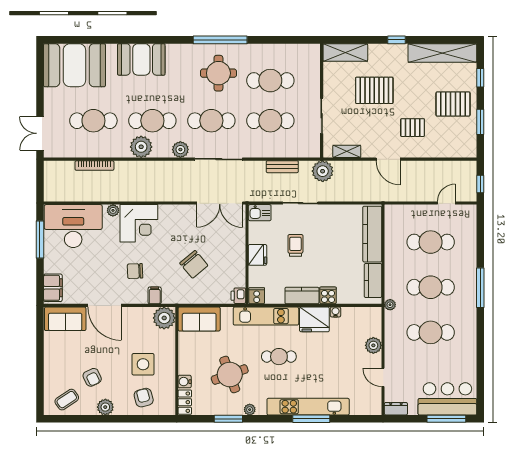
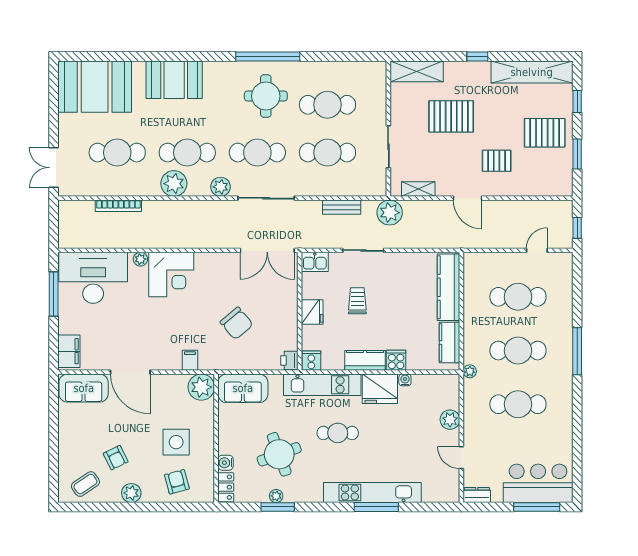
chair: (135, 271) -> (167, 331), removed
plant: (250, 410) -> (276, 496), moved

